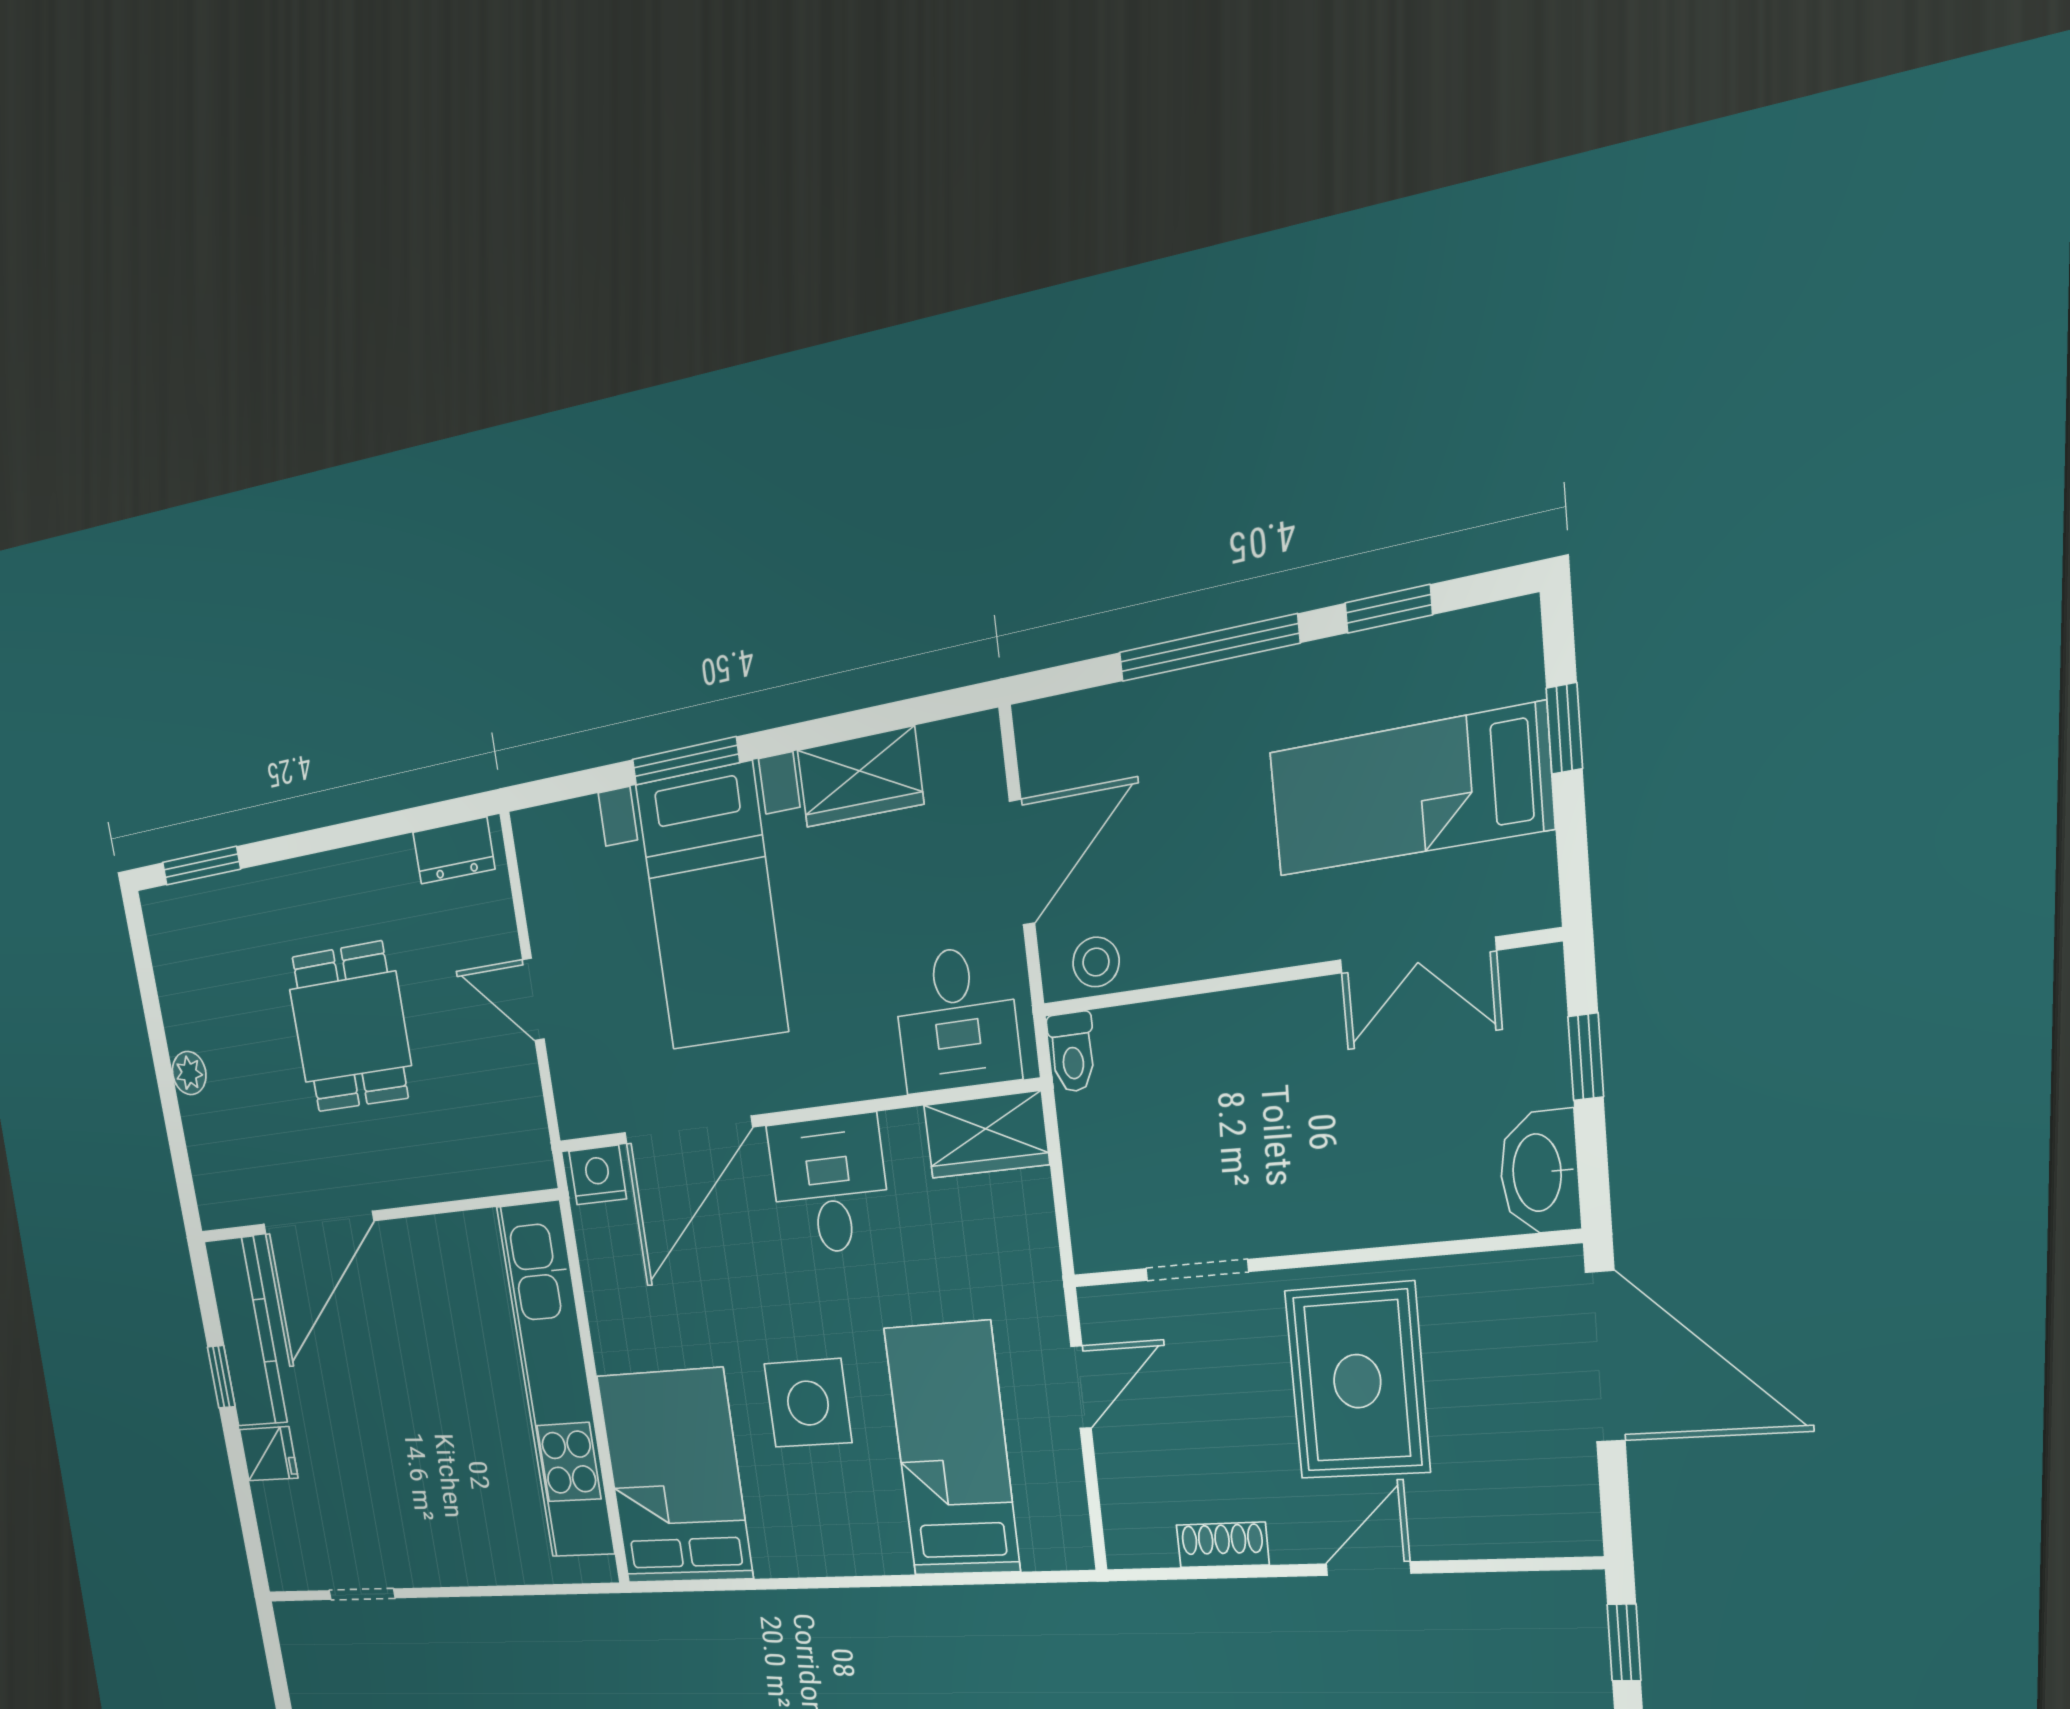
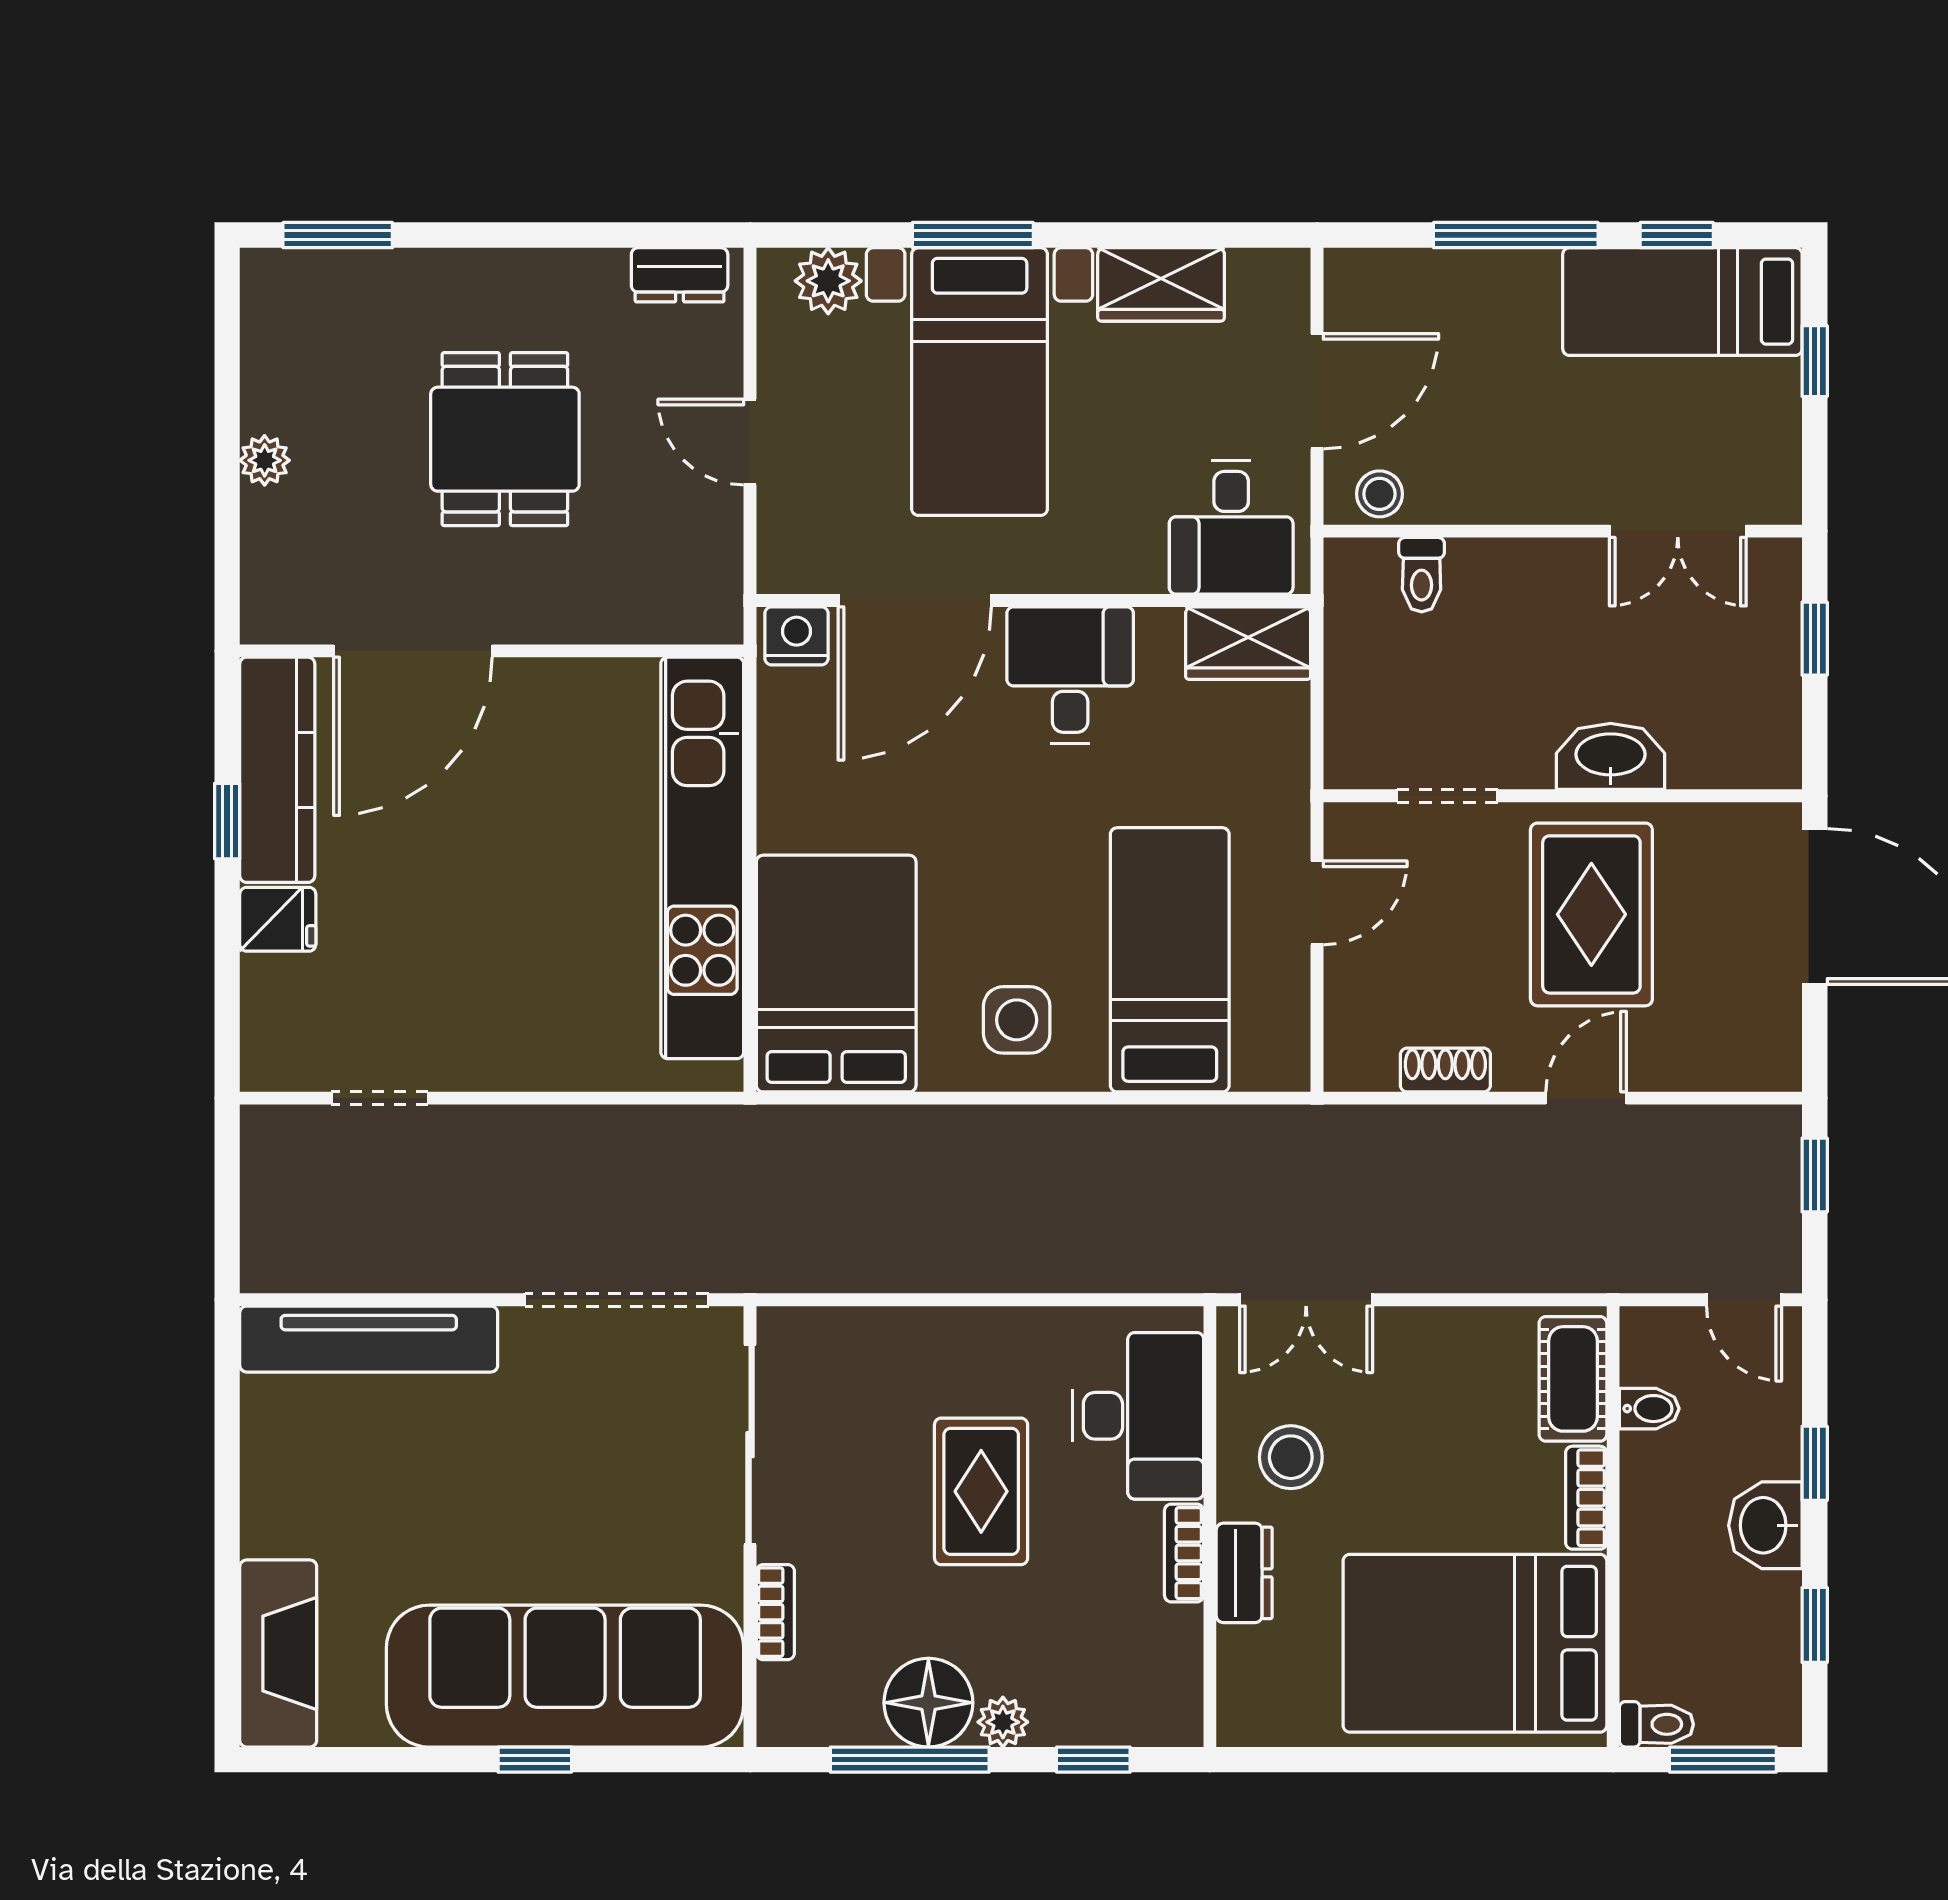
bed: (1410, 790) -> (1682, 302), moved
plant: (572, 832) -> (828, 281), added
toilet: (1072, 1052) -> (1422, 575), moved
washbasin: (1539, 1172) -> (1611, 756), moved, turned 90
side table: (808, 1403) -> (1017, 1020), moved, width x0.73, depth x0.73

